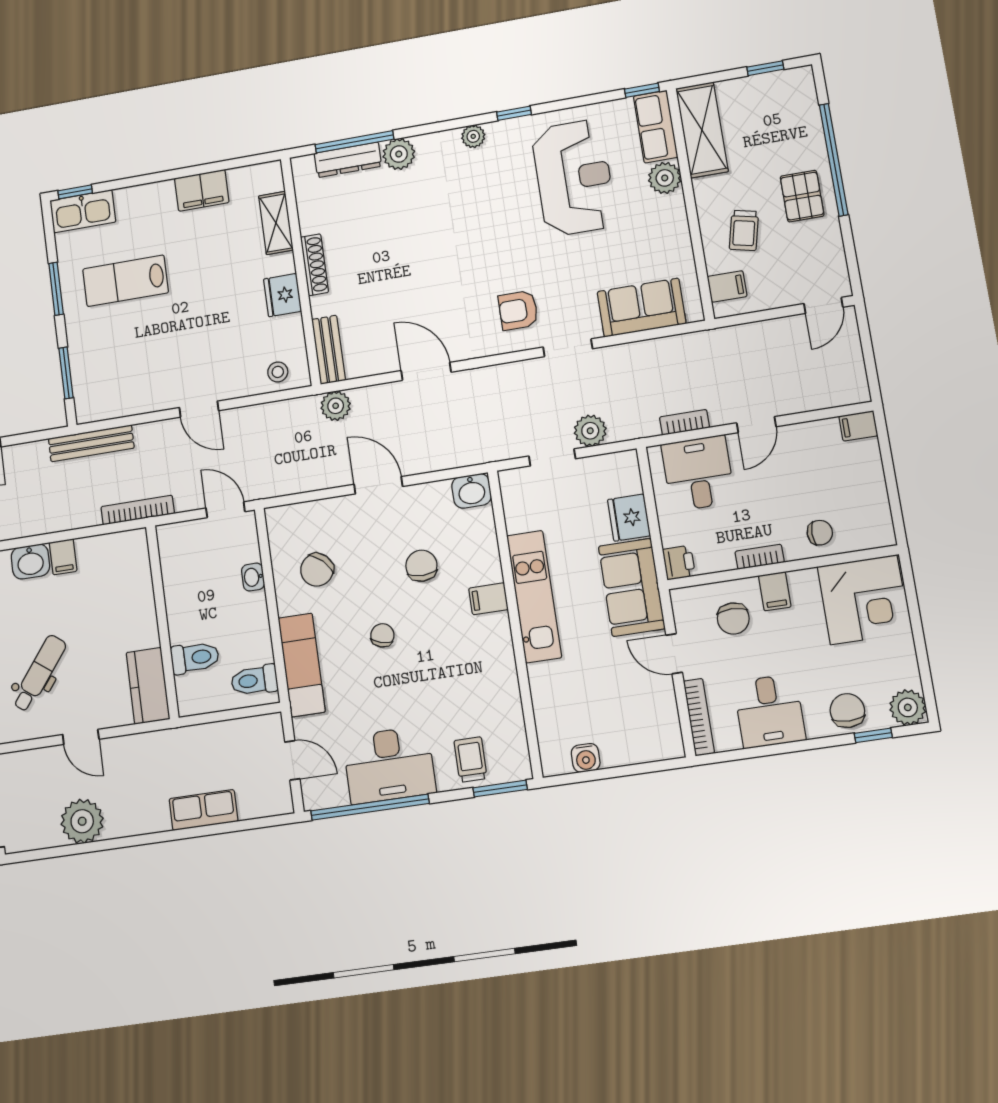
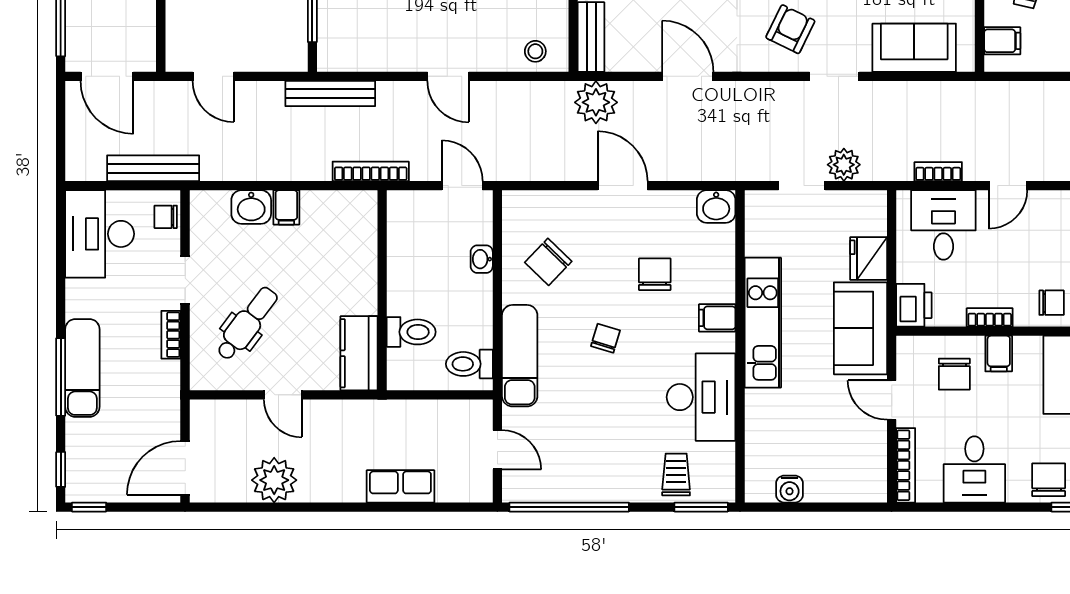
armchair: (518, 310) -> (790, 29), turned 116
plant: (336, 406) -> (596, 102), width x1.36, depth x1.36
printer: (679, 563) -> (914, 305), width x1.36, depth x1.24
desk: (389, 765) -> (701, 397), moved, turned -90

